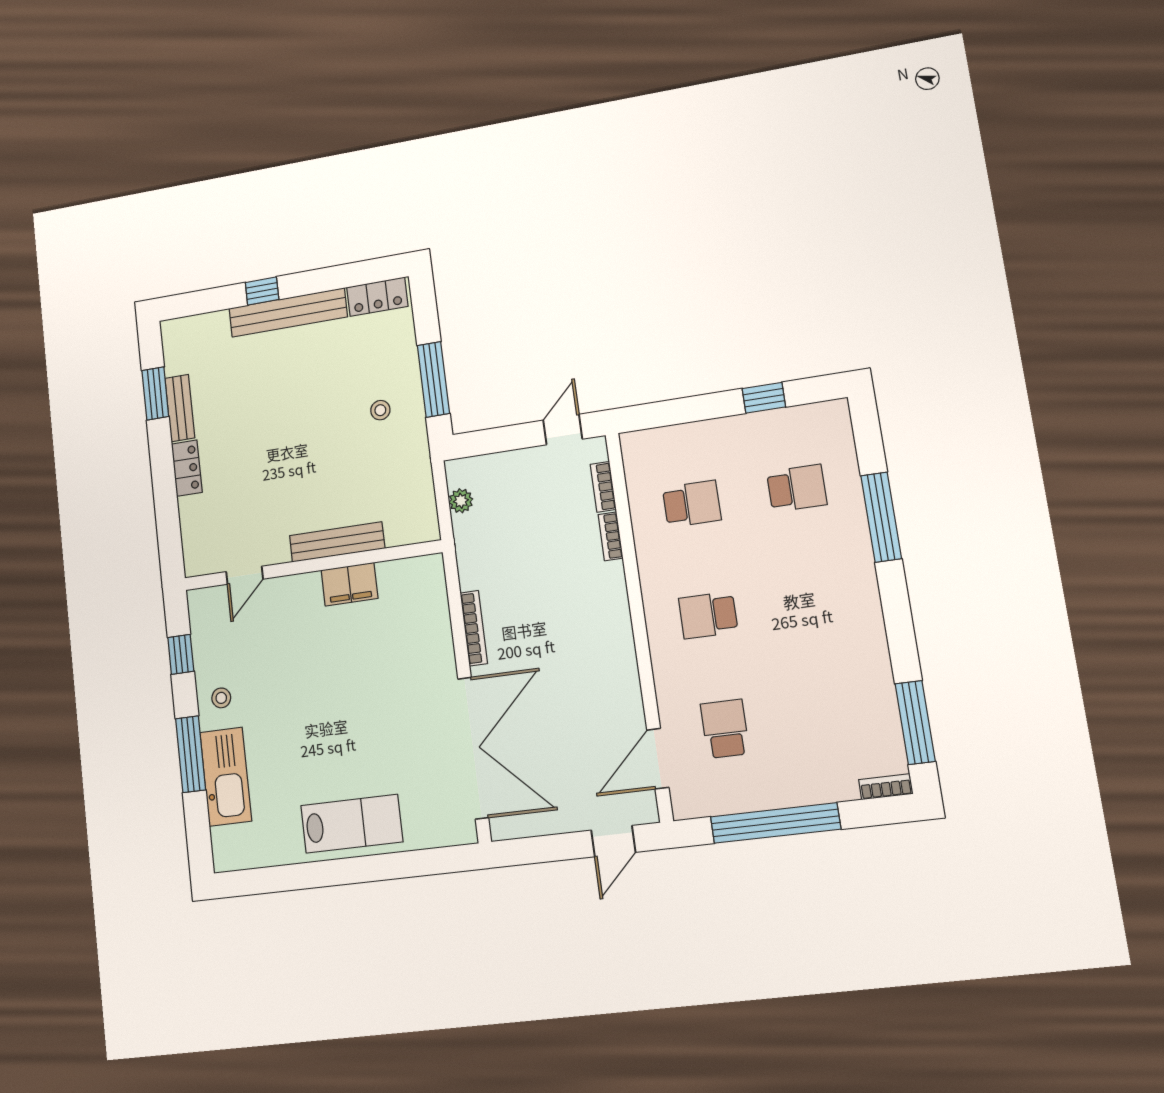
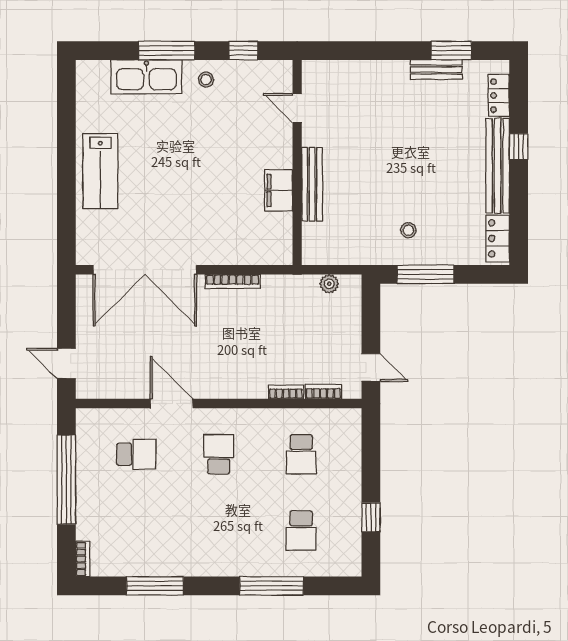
locker: (187, 468) -> (499, 96), moved, turned 90
window: (915, 723) -> (155, 586), moved
door: (658, 759) -> (172, 404), moved

